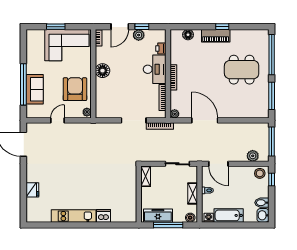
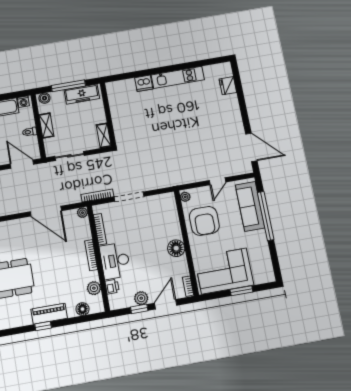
plant: (176, 50) -> (94, 288), added
sofa: (35, 89) -> (250, 206), width x1.36
fridge: (32, 190) -> (228, 86), moved

